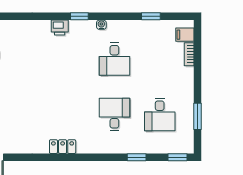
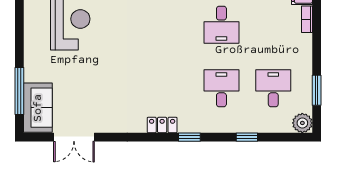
desk: (160, 115) -> (273, 88), turned 180
plant: (185, 145) -> (302, 123), added
window: (178, 157) -> (189, 137), moved

